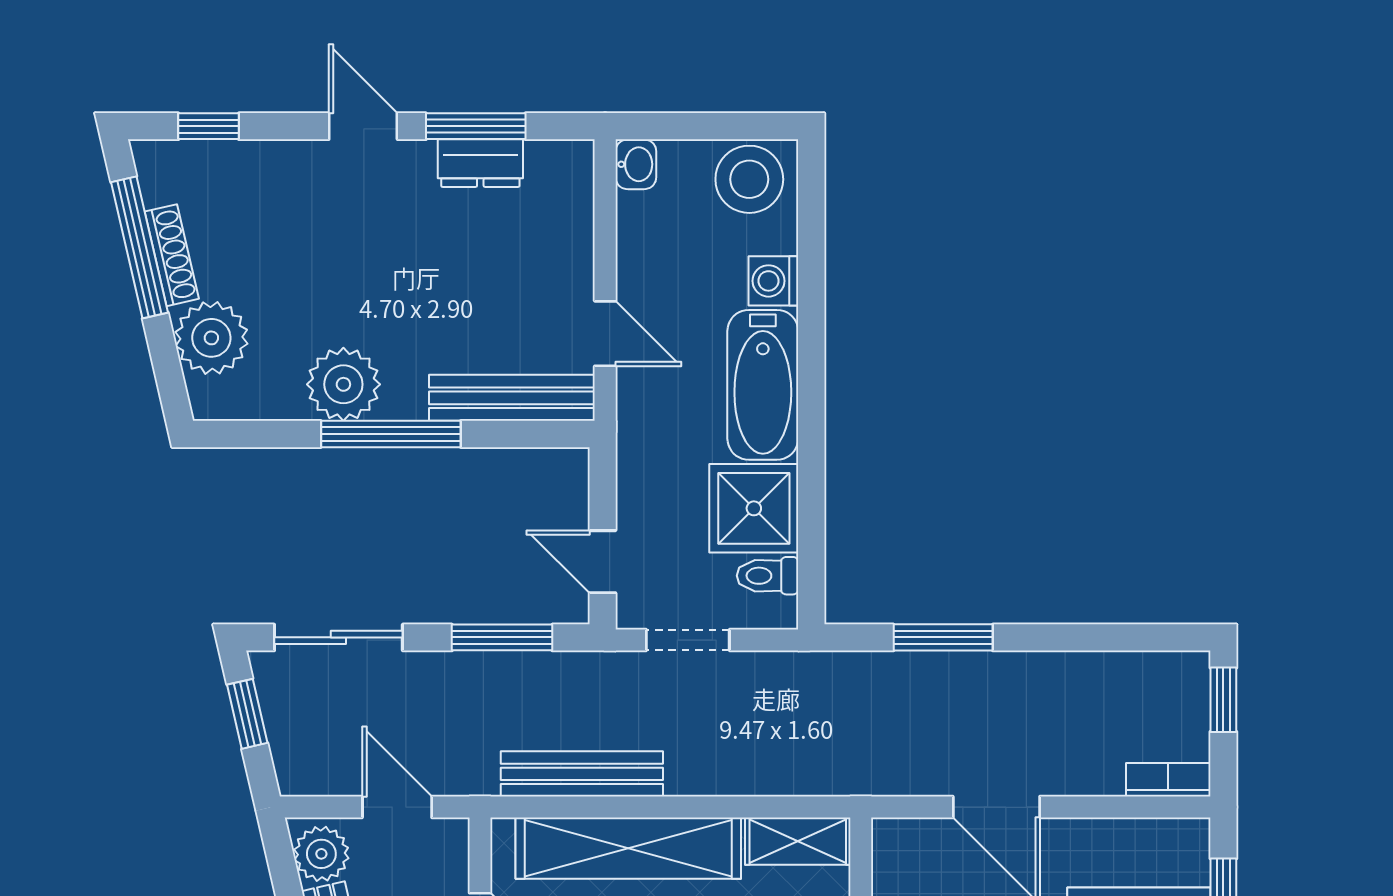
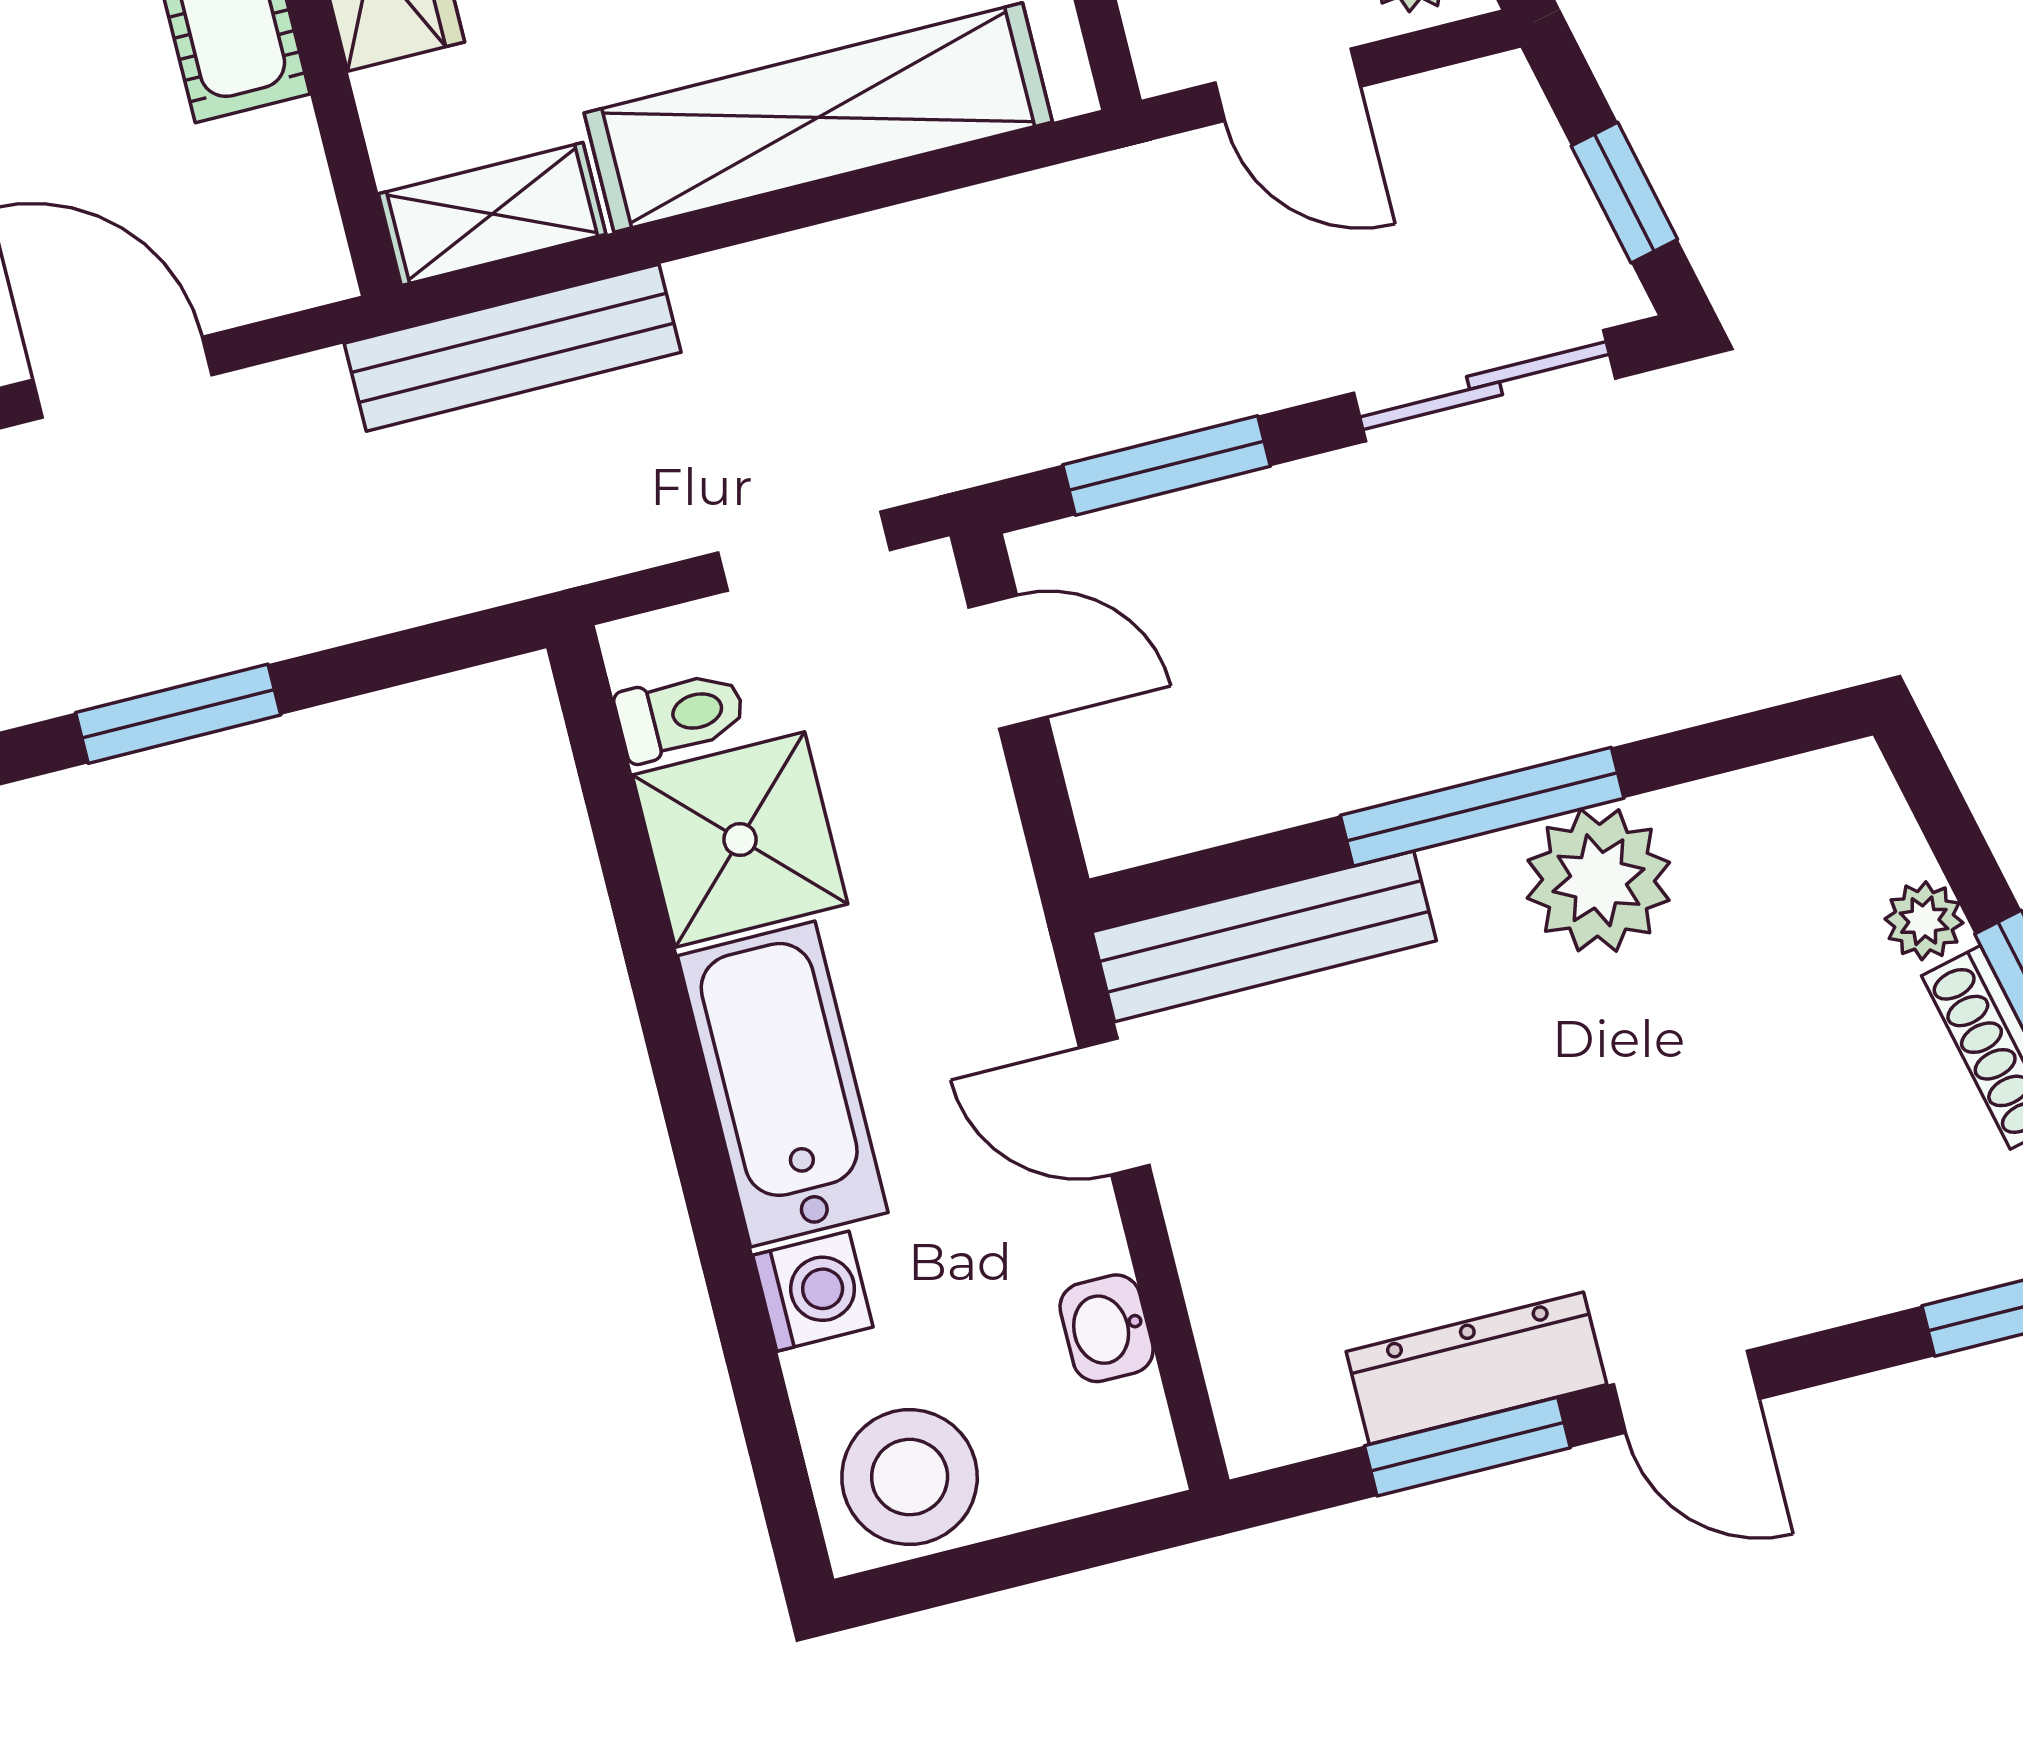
dresser: (480, 163) -> (1476, 1368), width x1.44
washbasin: (636, 164) -> (1107, 1328), moved
plant: (211, 338) -> (1924, 921), width x0.53, depth x0.53
window: (943, 637) -> (178, 714), moved
bench: (582, 774) -> (513, 348), moved

